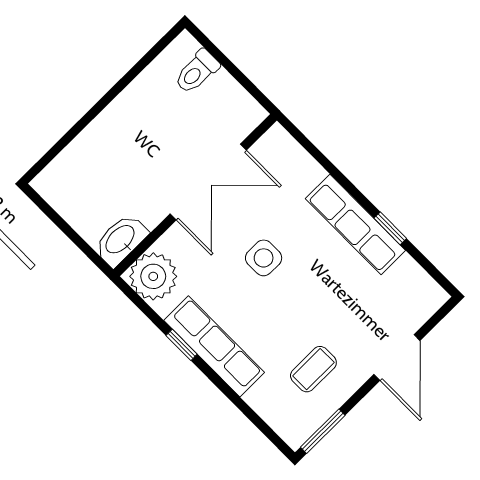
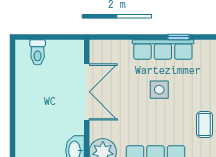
side table: (264, 258) -> (159, 90), moved

